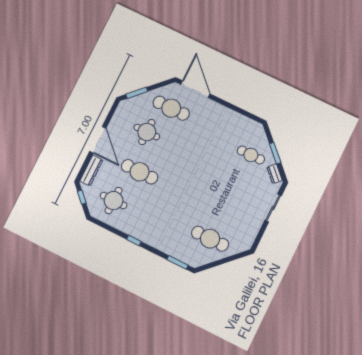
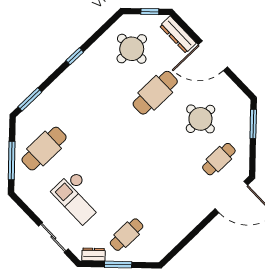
cafe table: (171, 108) -> (219, 159), width x0.73, depth x0.74
checkout: (237, 200) -> (78, 197), added
window: (228, 260) -> (12, 161), added

